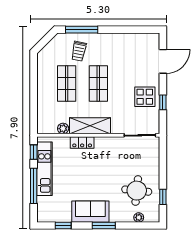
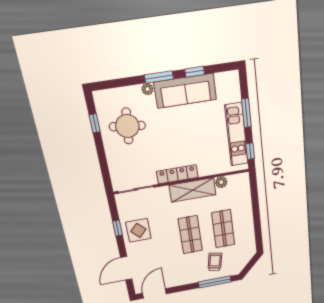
door: (142, 30) -> (154, 293), added
locker: (82, 142) -> (177, 174), moved, width x1.53
window: (34, 186) -> (246, 113), width x0.69
sofa: (90, 212) -> (185, 91), width x1.36
plant: (139, 217) -> (147, 89), moved
window: (63, 225) -> (195, 72), moved

